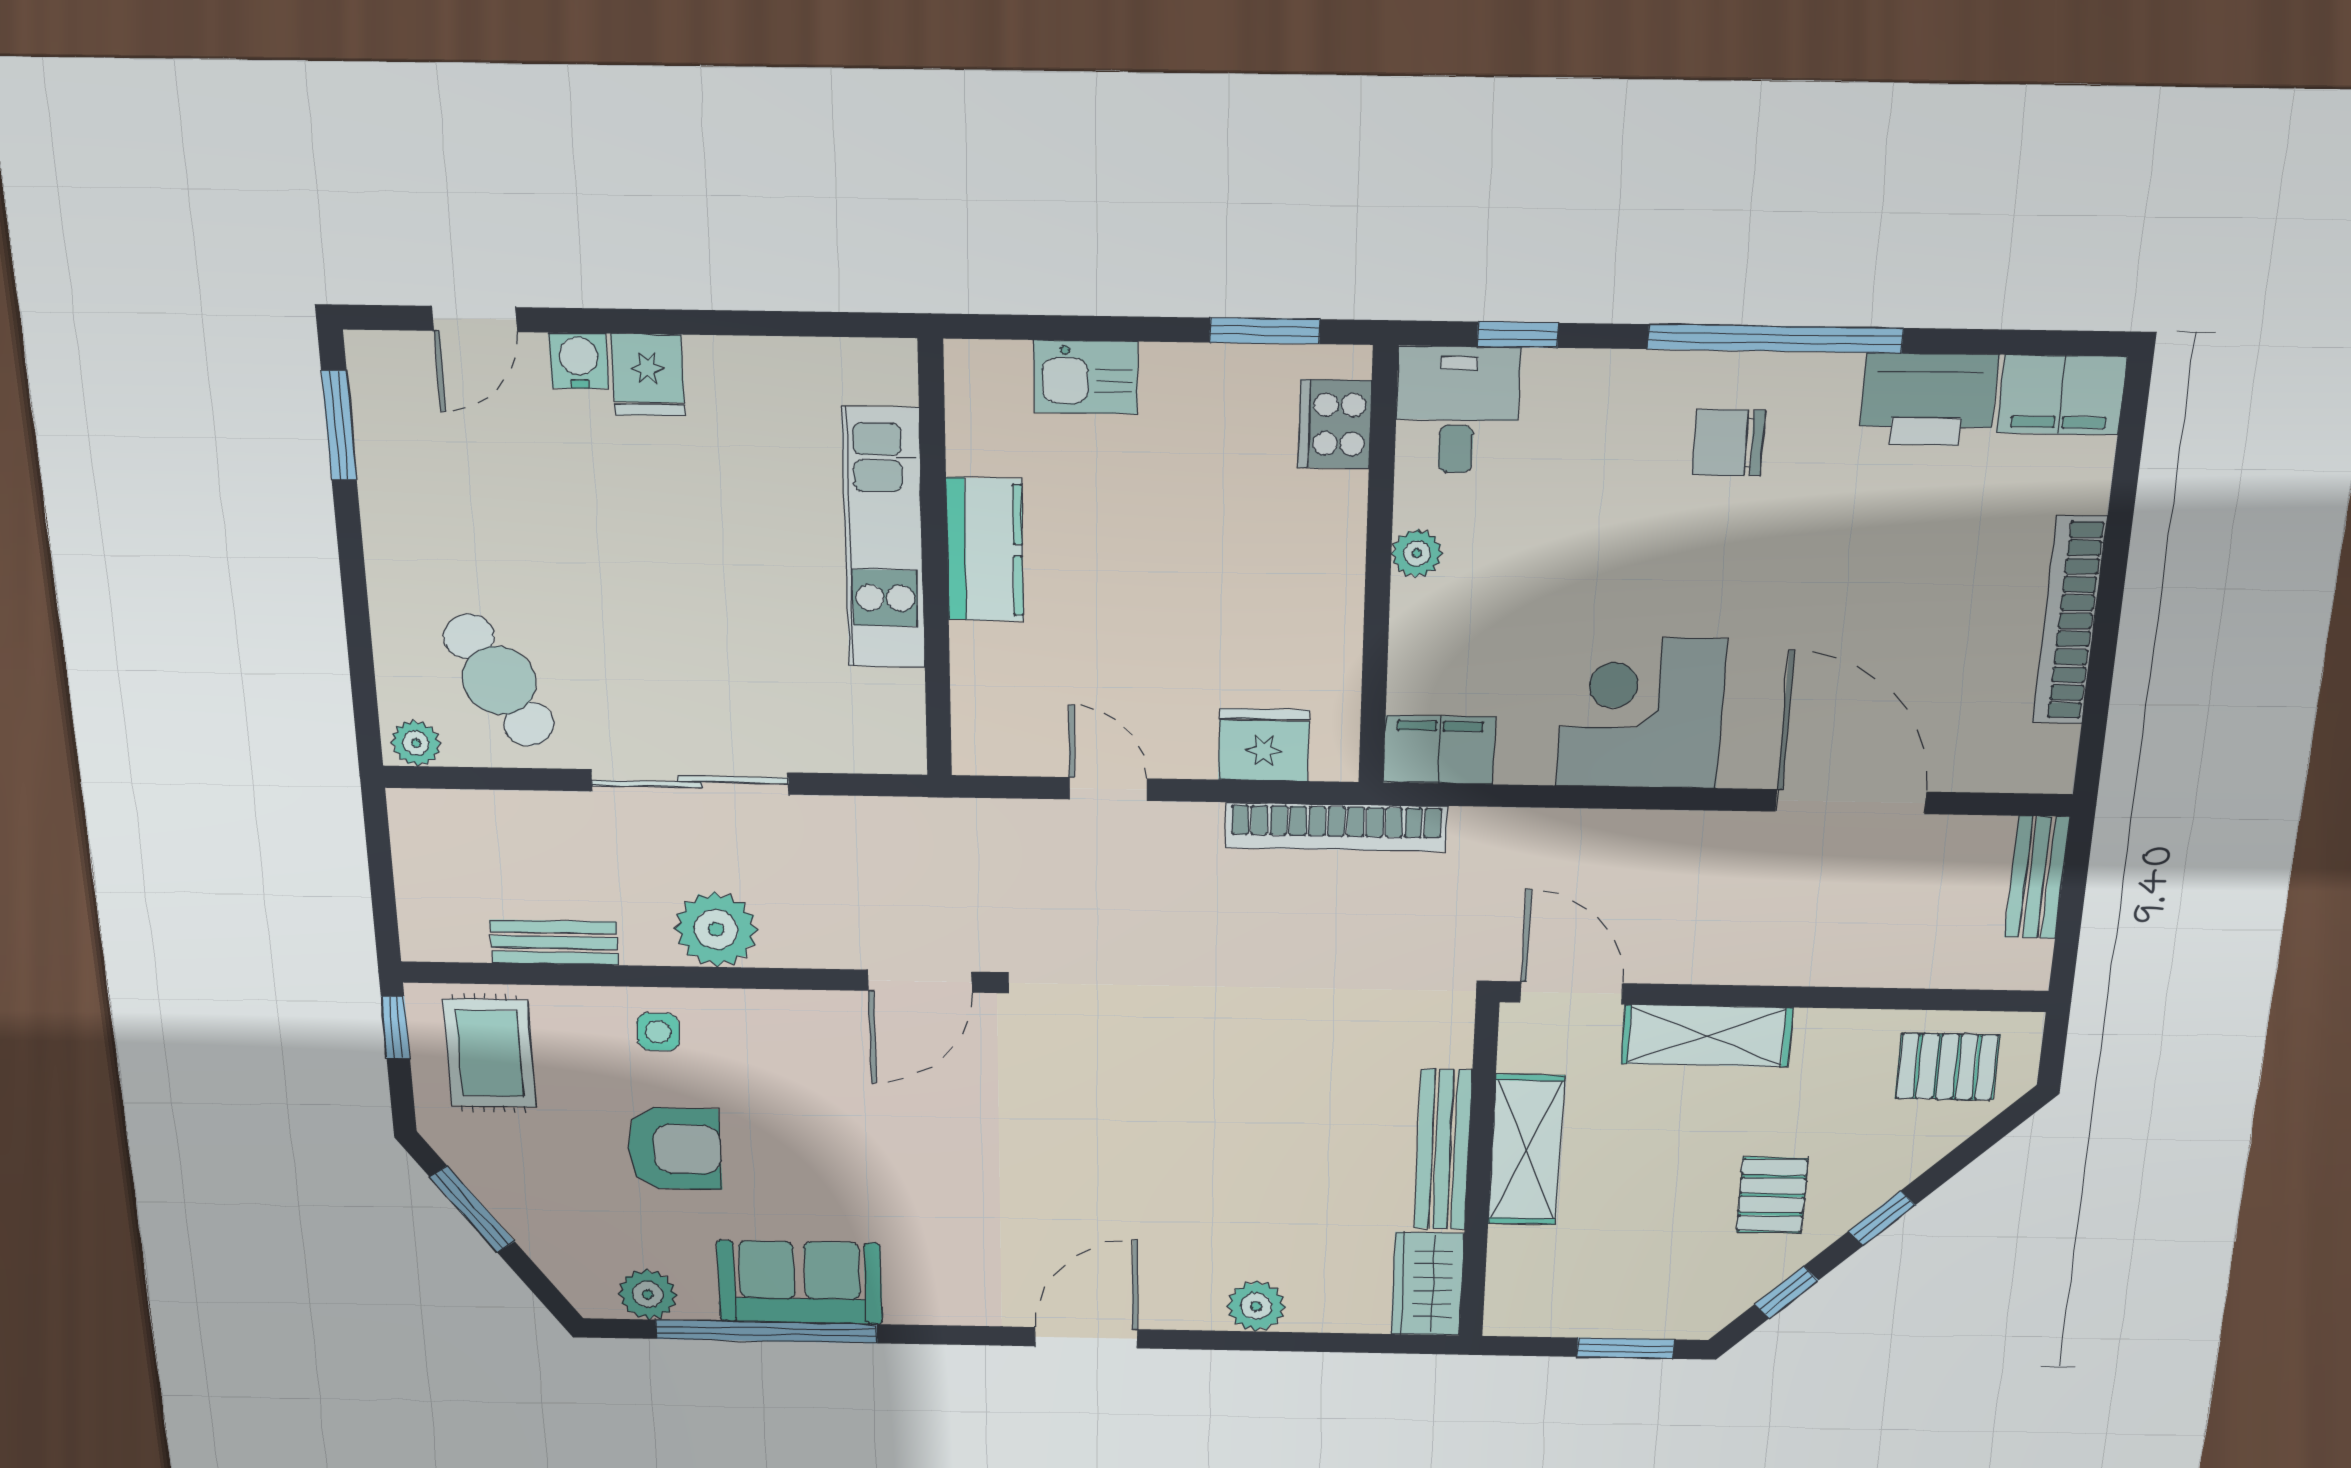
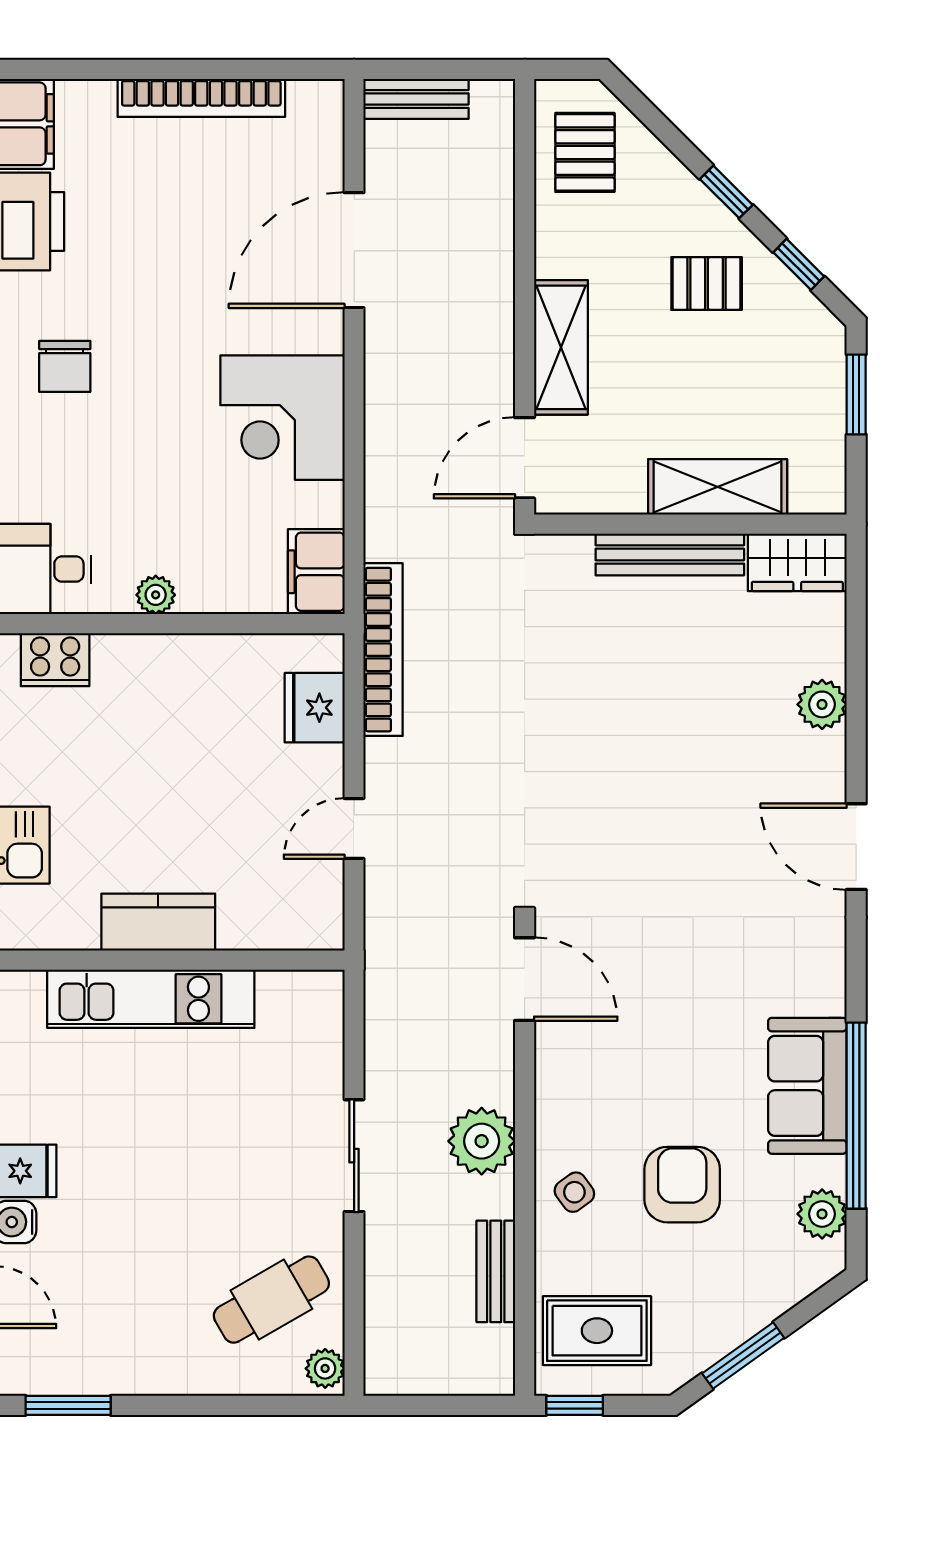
sliding door: (690, 782) -> (354, 1156), width x0.73
side table: (658, 1032) -> (574, 1192), turned -36
shelving: (1526, 1150) -> (718, 487), moved

